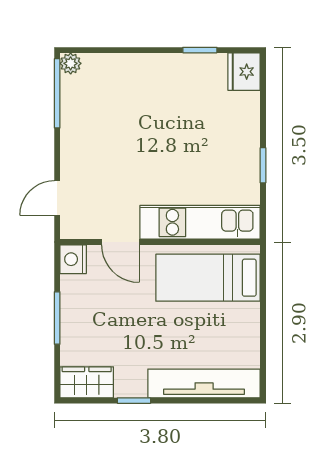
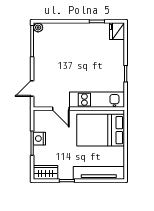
nightstand: (73, 259) -> (39, 139), moved
bed: (208, 278) -> (101, 130), width x1.50

